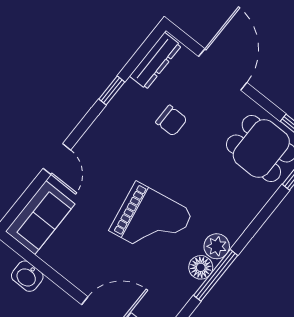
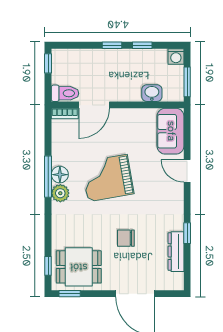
dresser: (155, 61) -> (176, 252), moved
chair: (171, 121) -> (126, 238), moved

